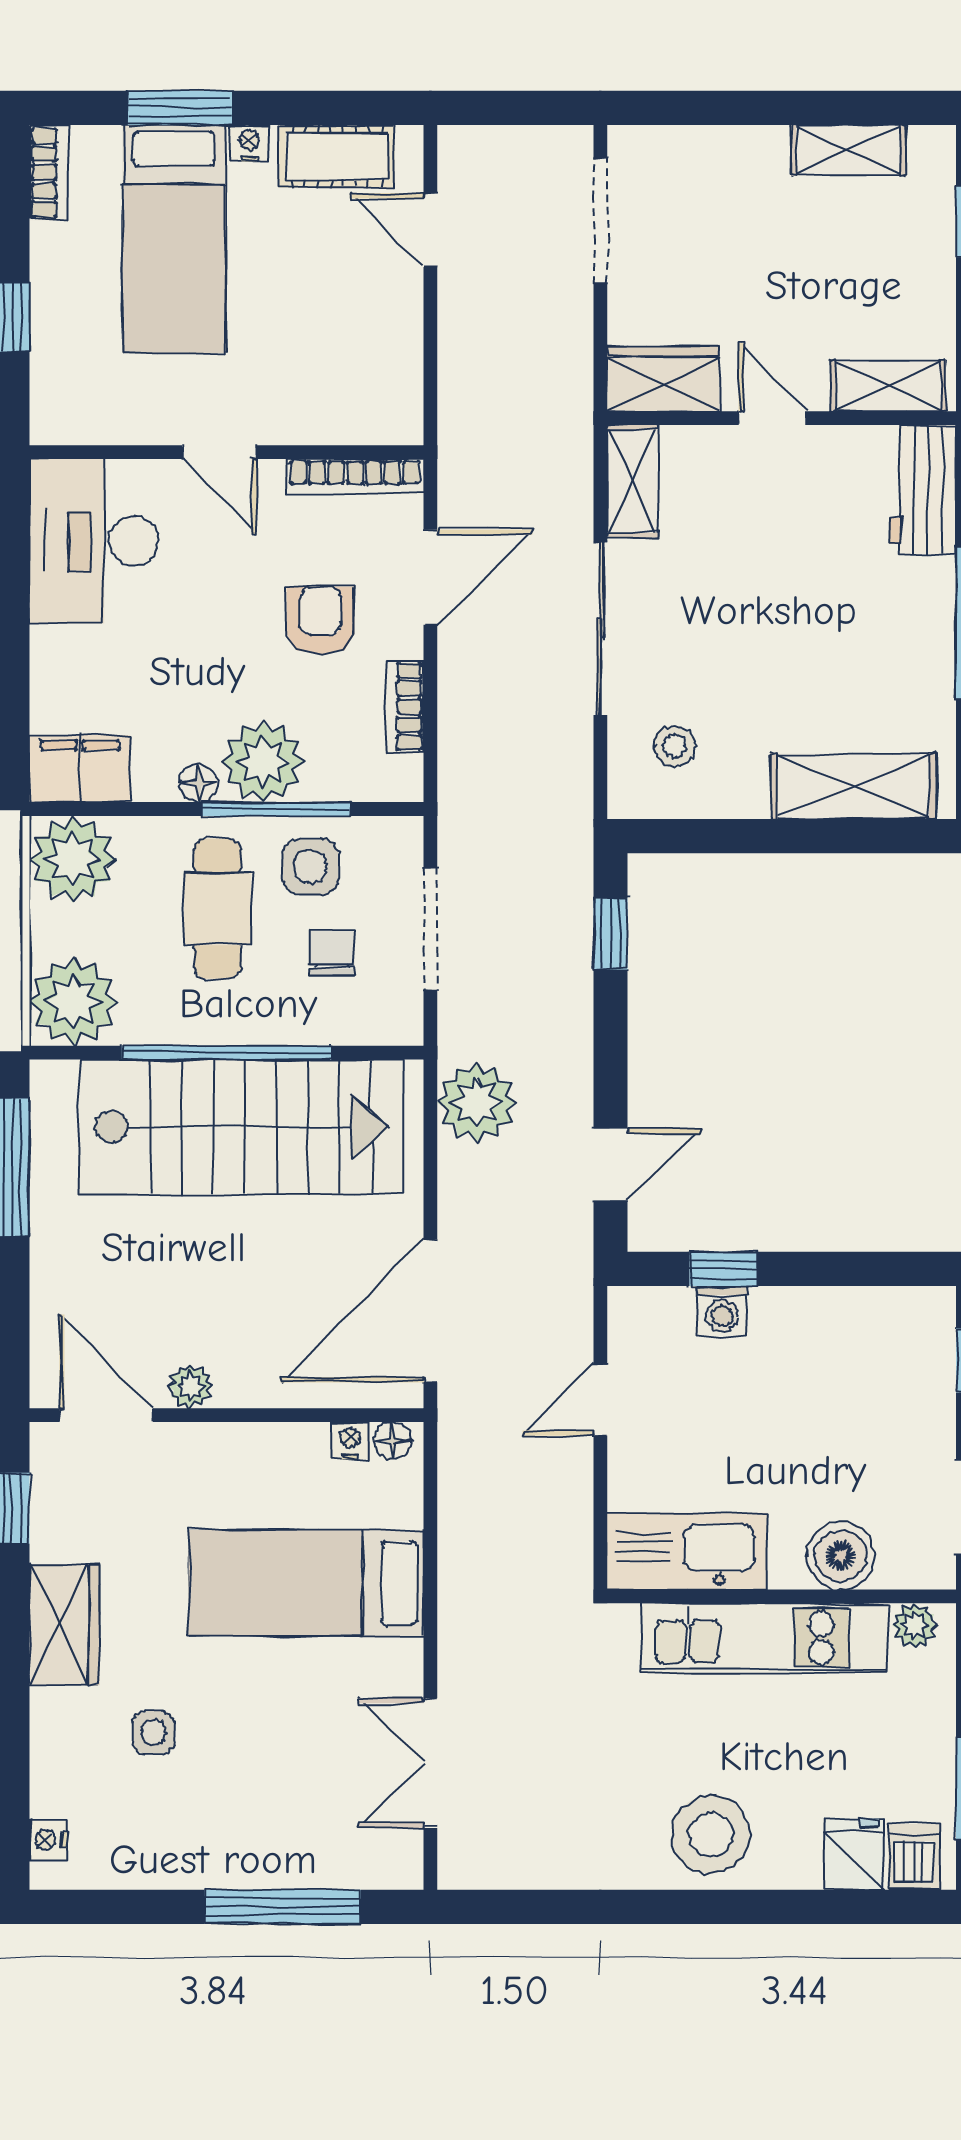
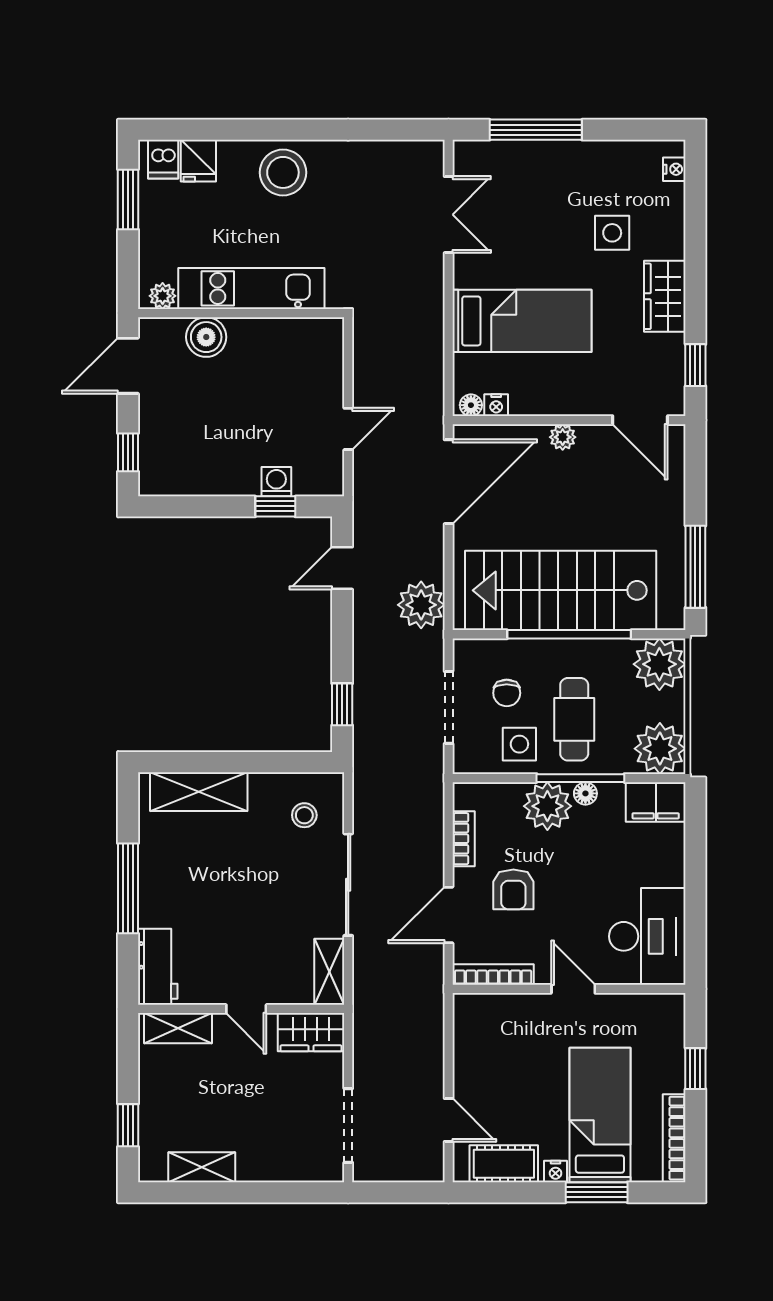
bookcase: (48, 173) -> (674, 1138), width x1.56
window: (276, 809) -> (580, 778), moved
plant: (190, 1386) -> (563, 437), moved
kitchen sink: (687, 1551) -> (297, 340), removed
side table: (153, 1732) -> (612, 233), width x1.37, depth x1.37

